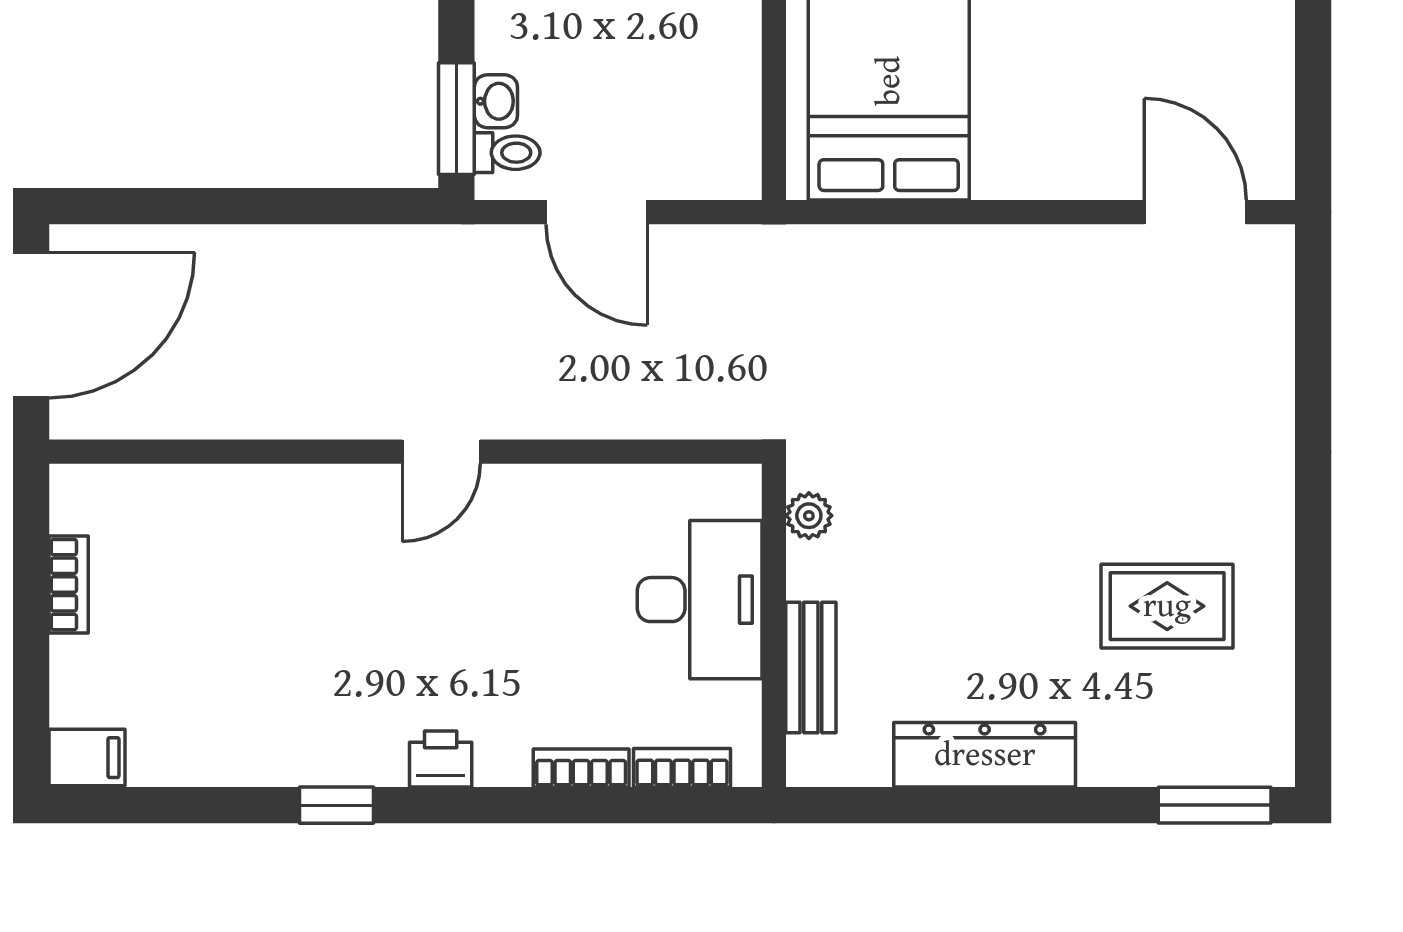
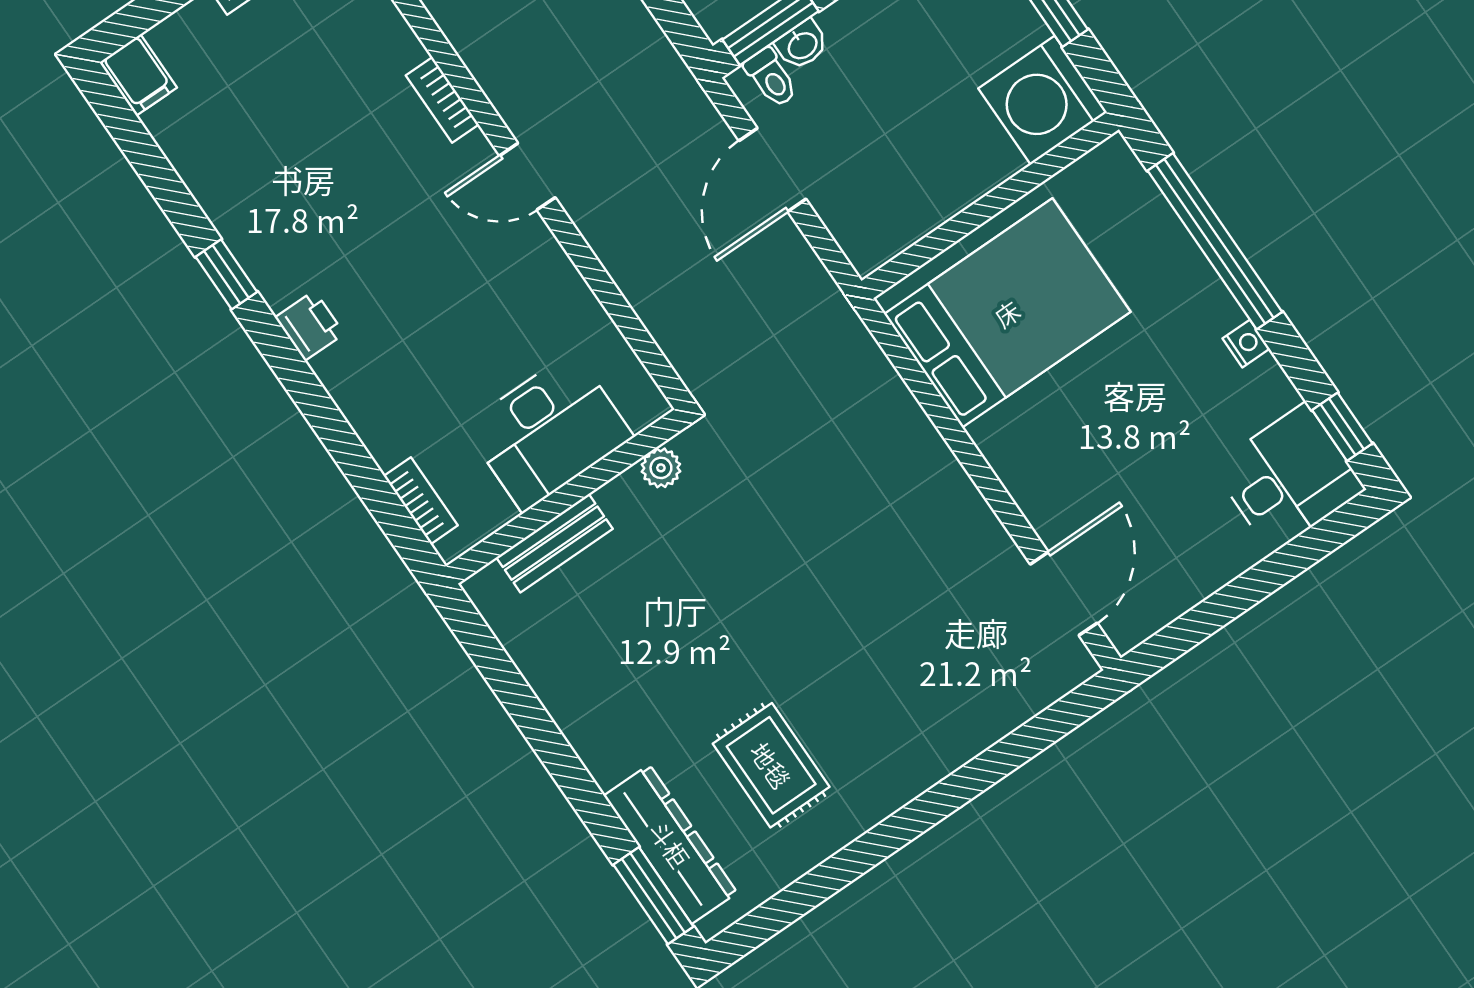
dresser: (985, 755) -> (670, 844), moved
bookcase: (581, 768) -> (442, 100), moved, turned 180

